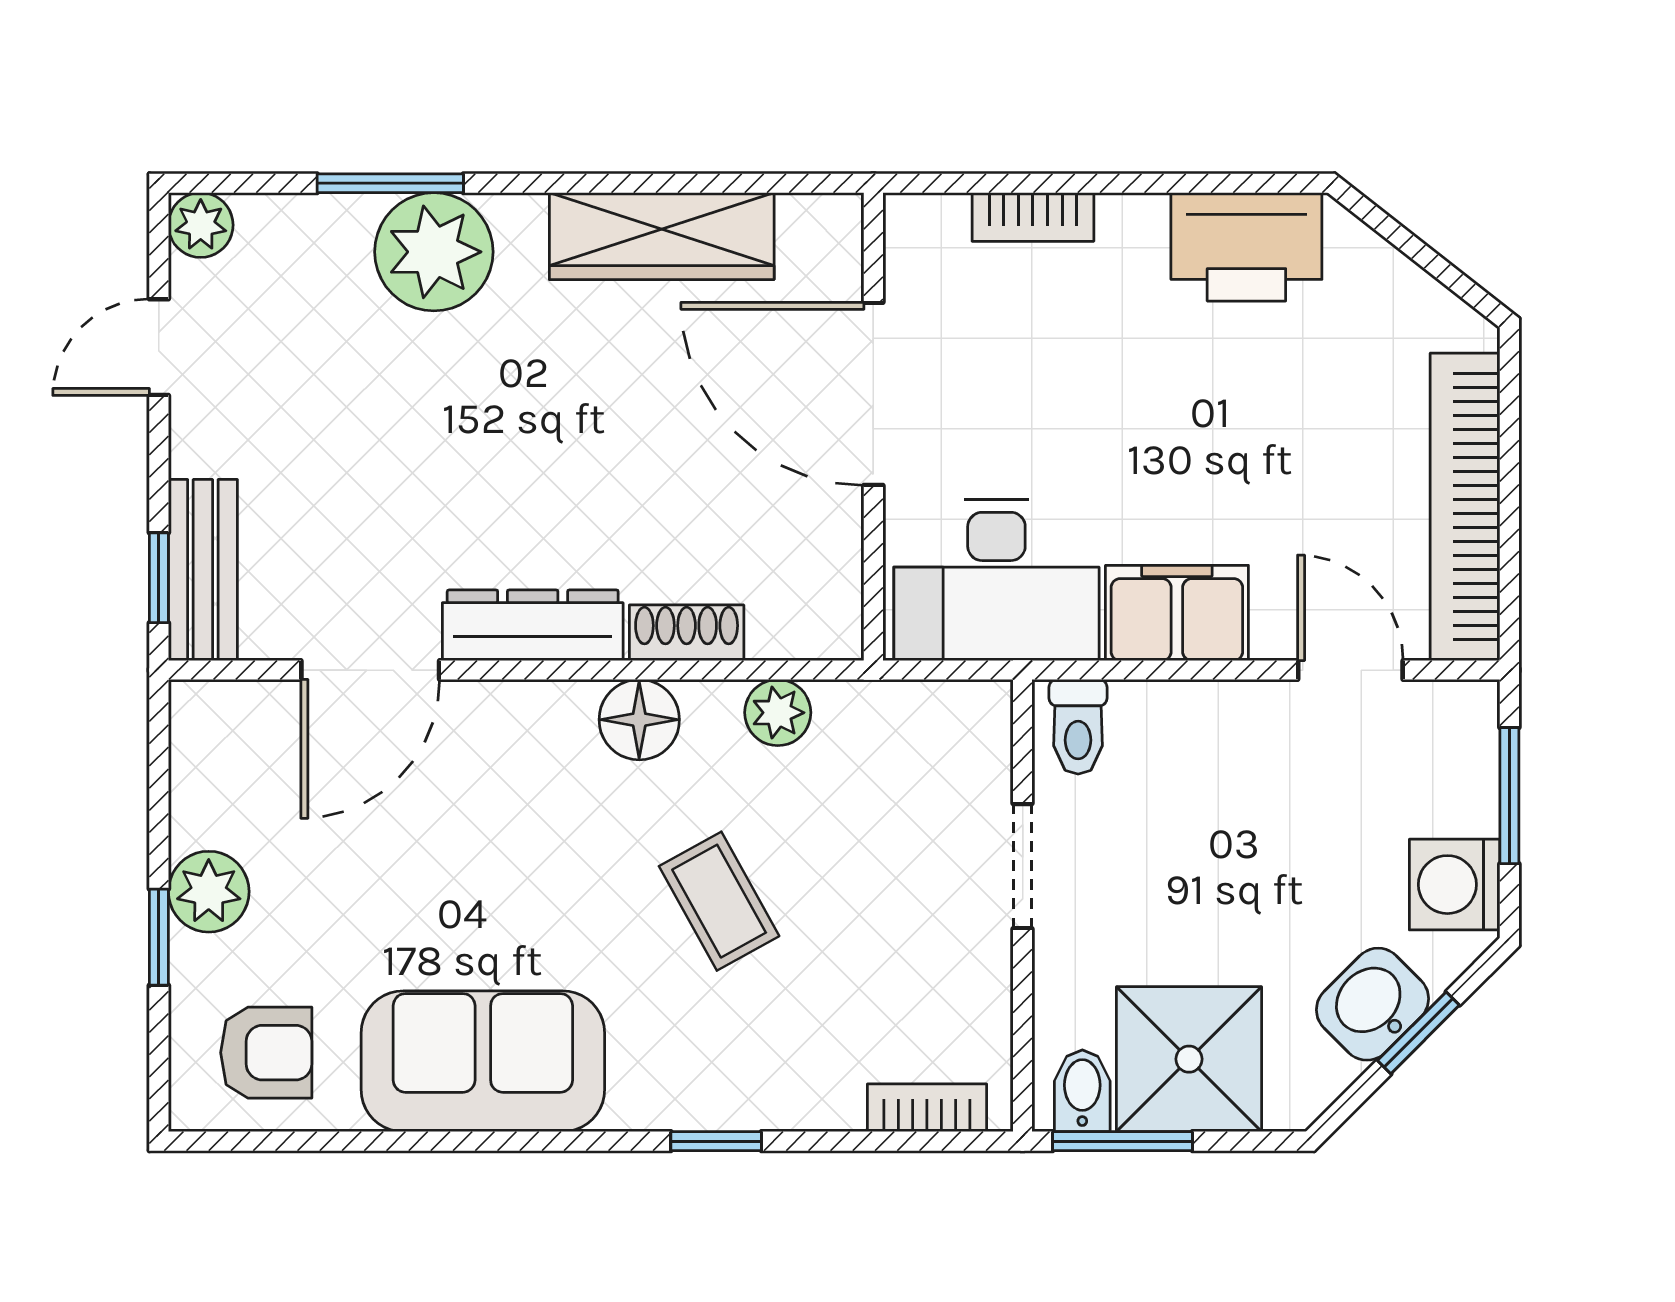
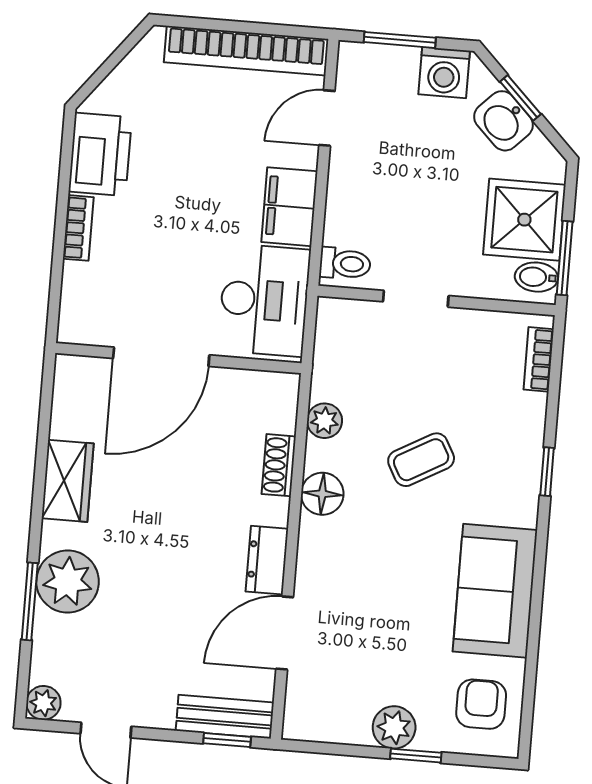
bookcase: (1033, 217) -> (78, 228), moved
wardrobe: (662, 236) -> (68, 481), width x0.67
dresser: (533, 625) -> (267, 560), width x0.70
door: (370, 670) -> (285, 633), swing flipped

